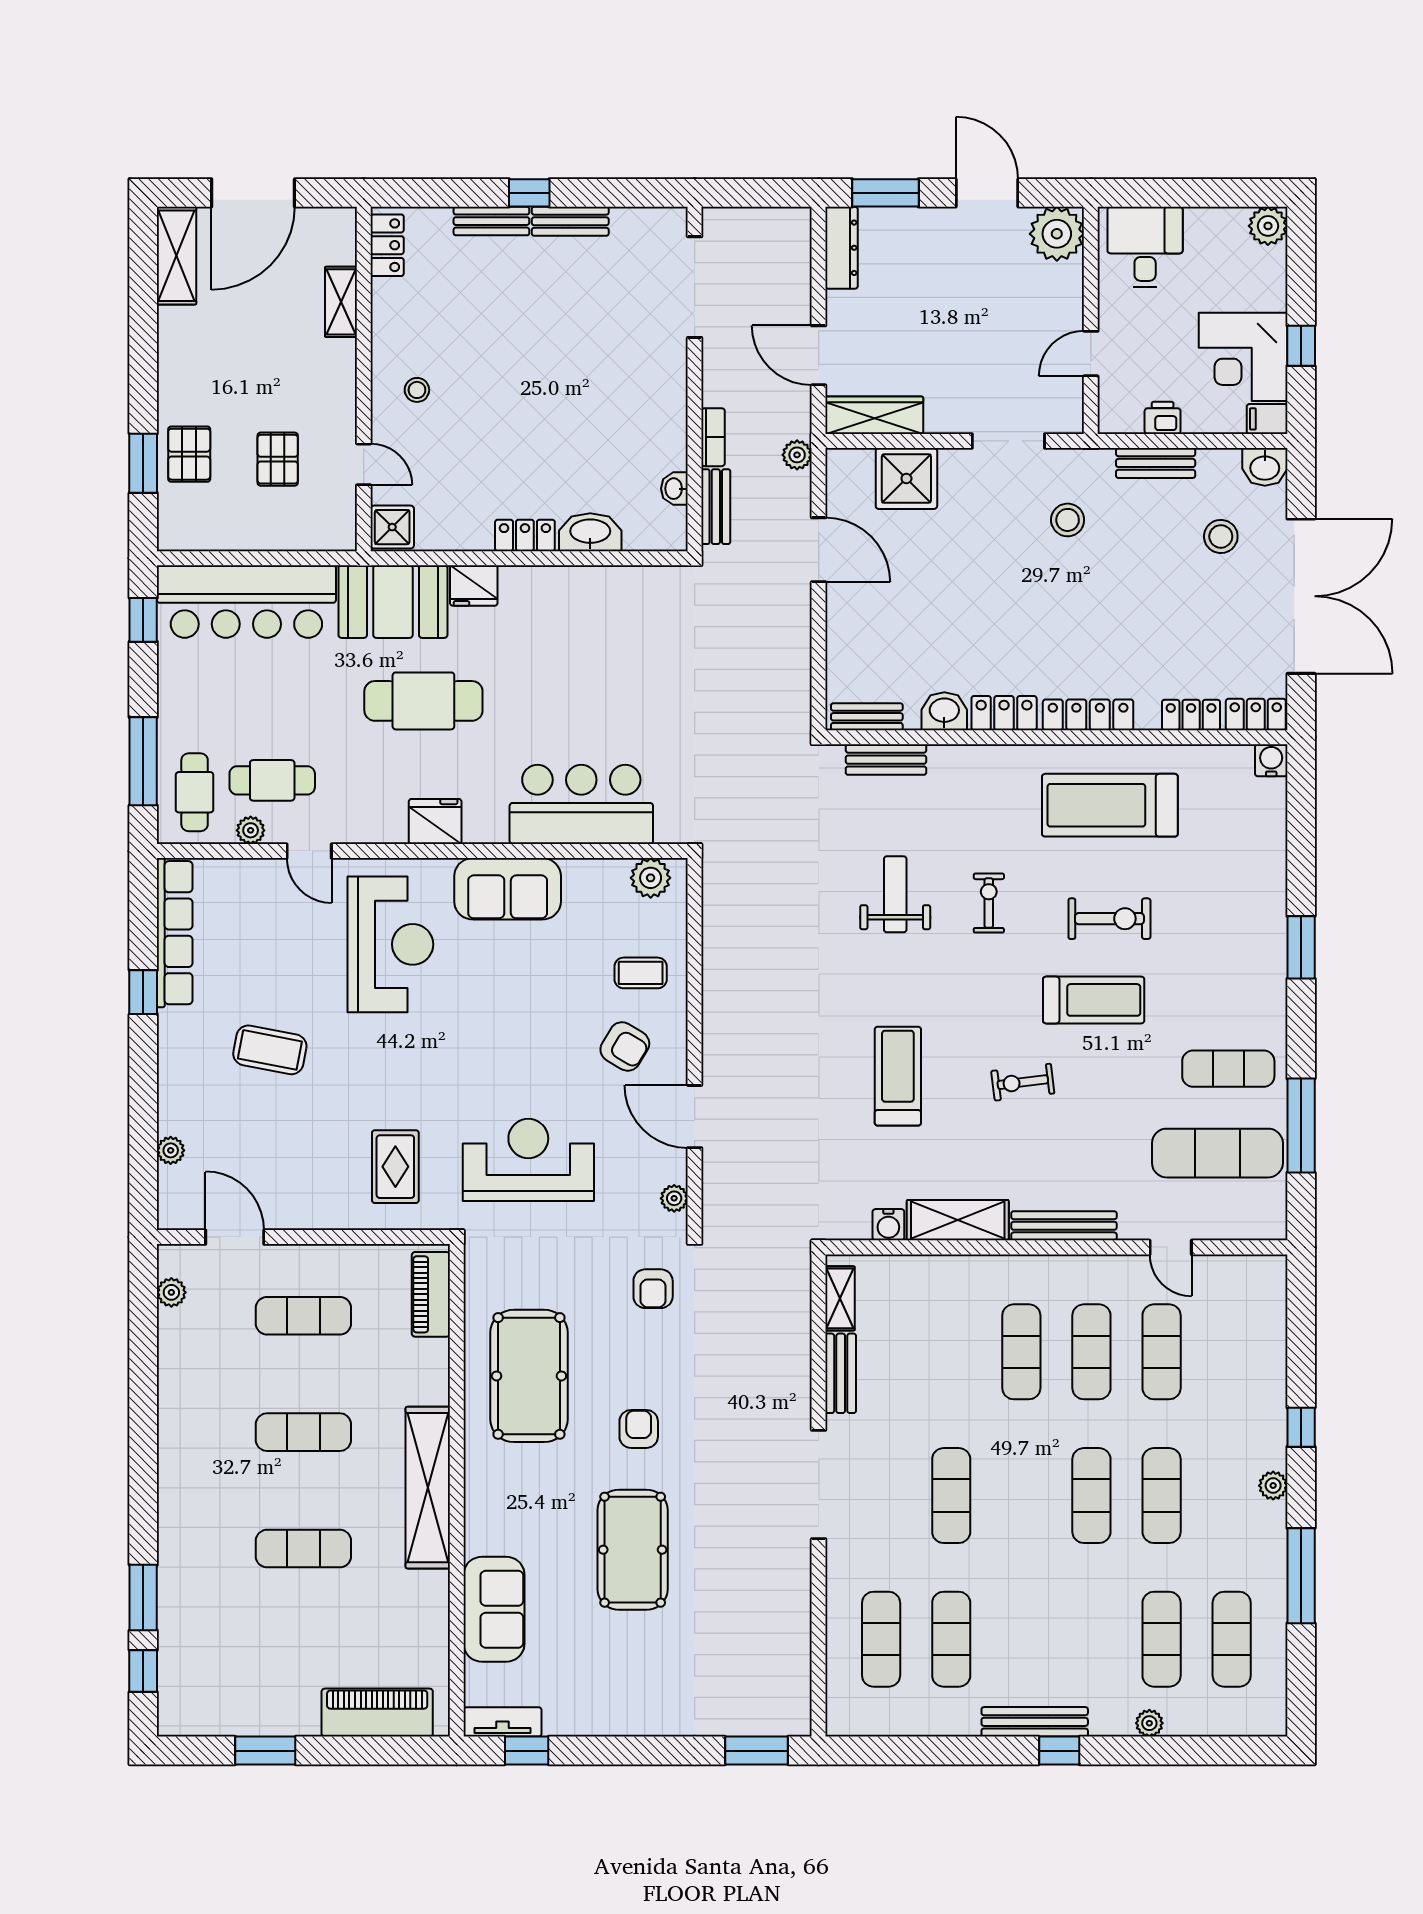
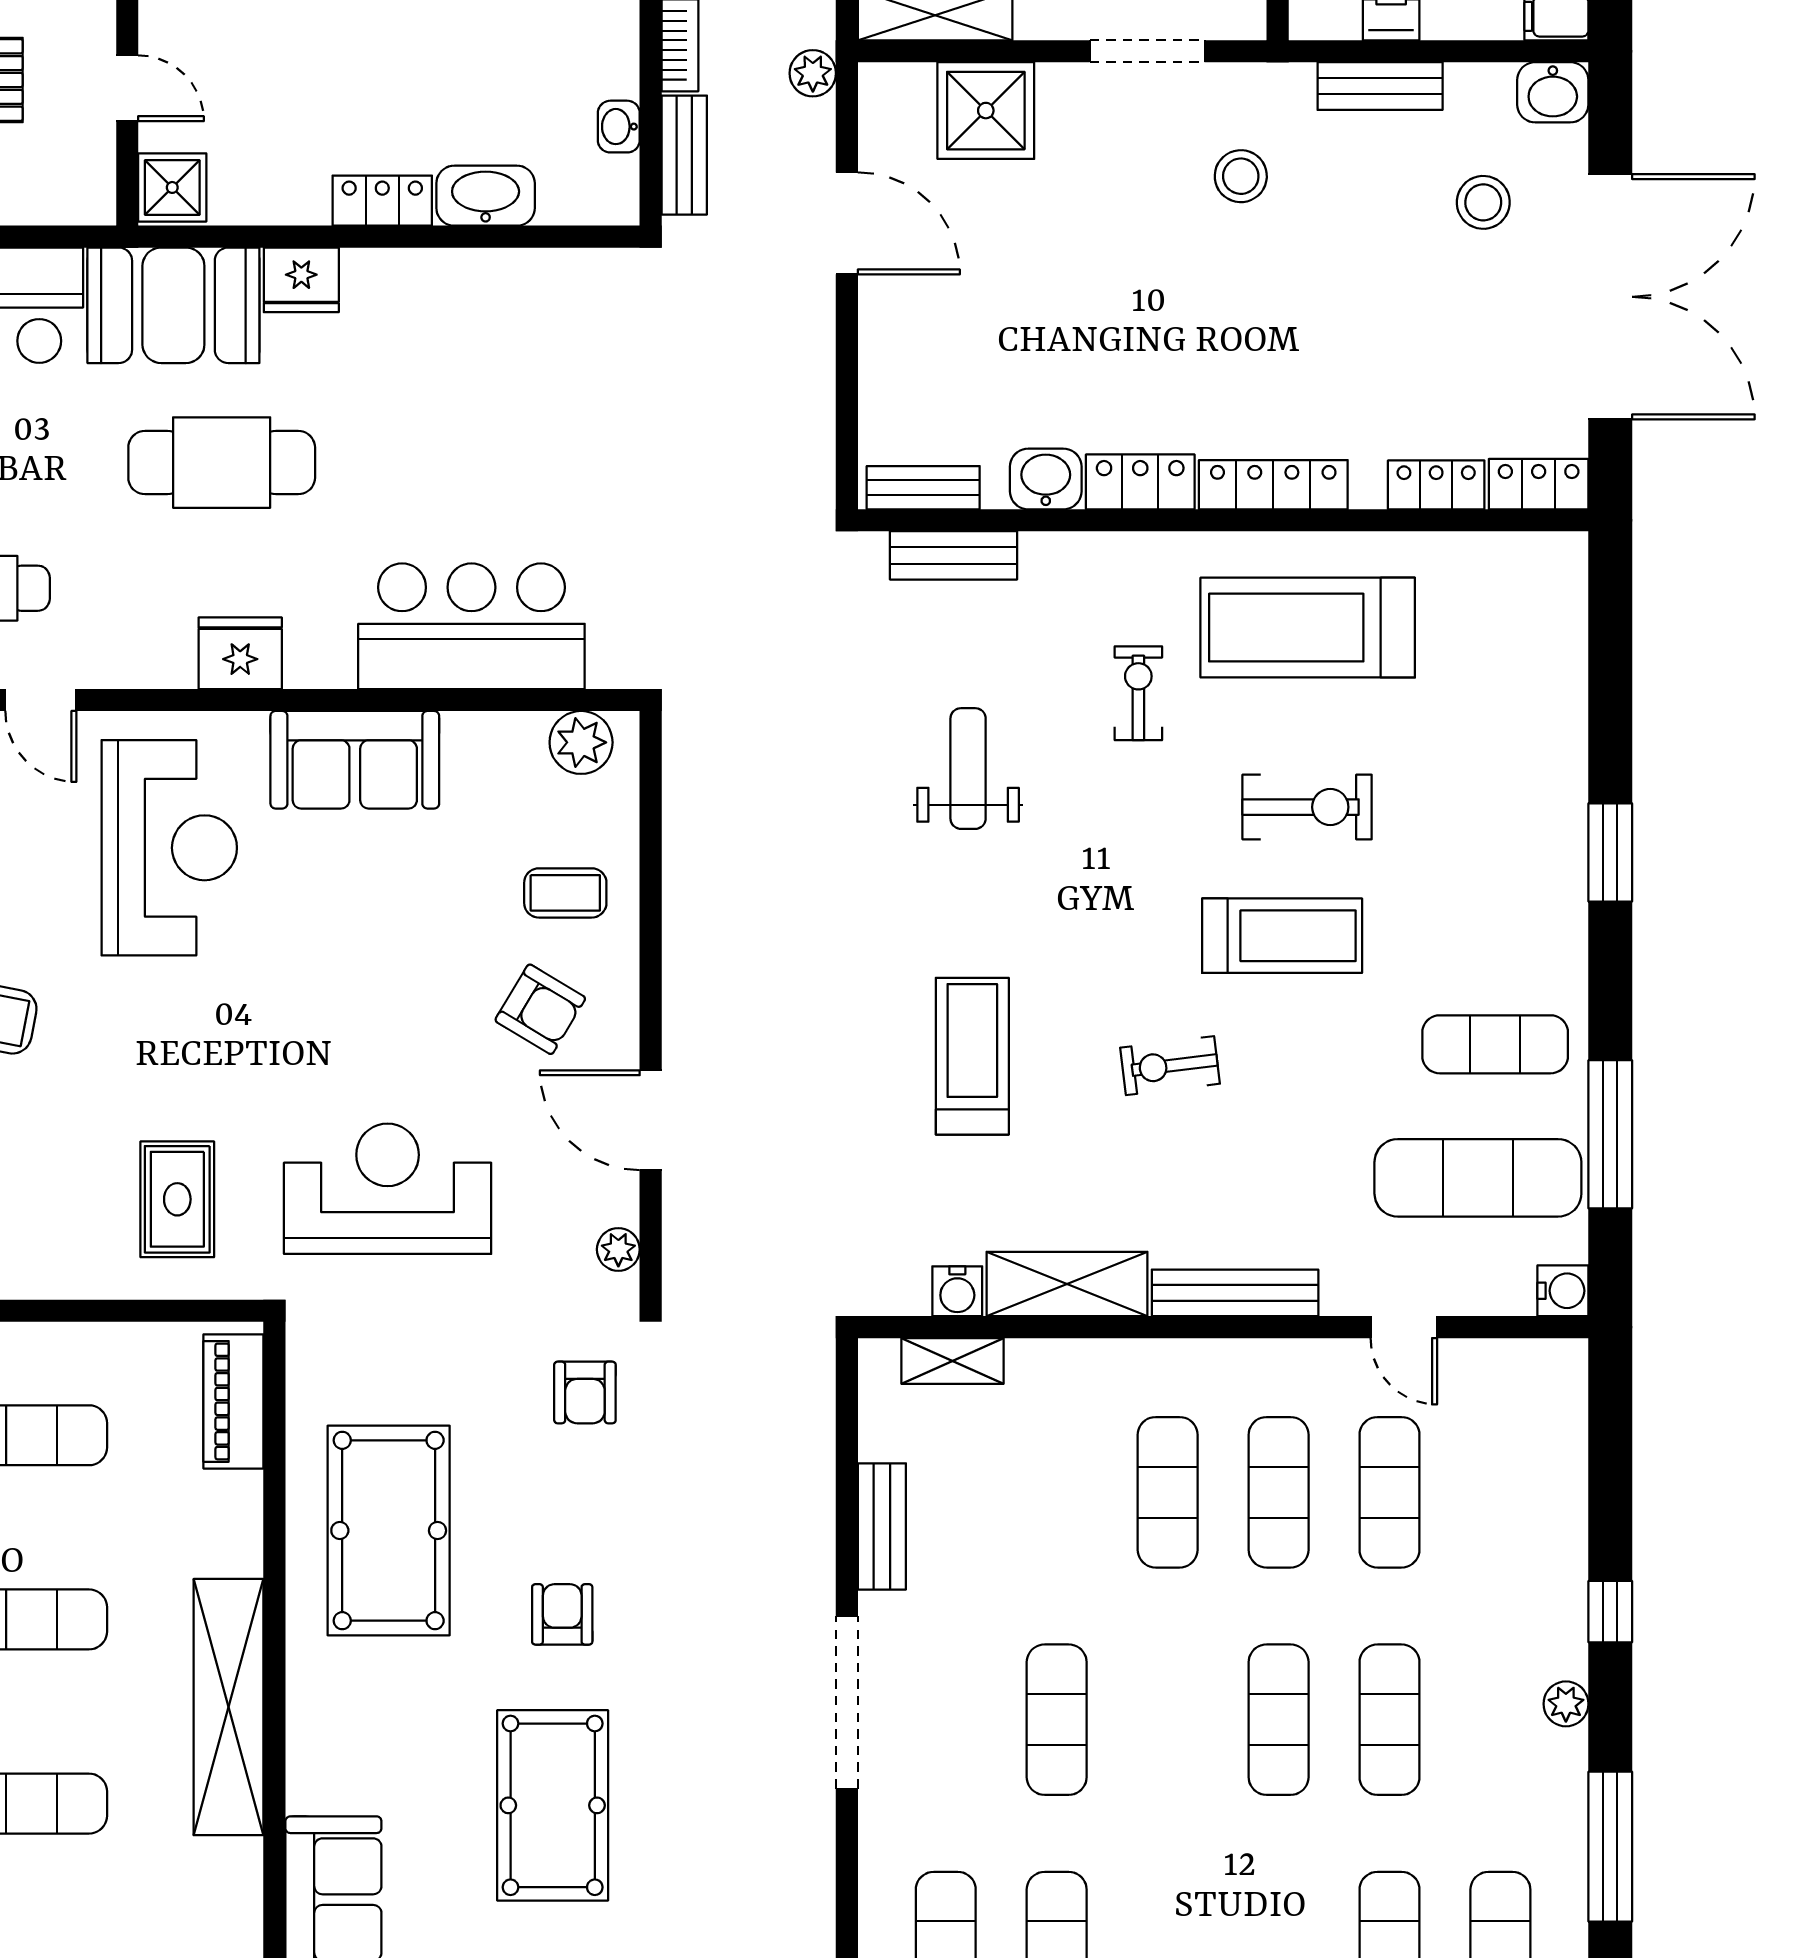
water cooler: (1271, 760) -> (1563, 1291), moved, turned 90
exercise bike: (989, 903) -> (1138, 693), moved
shelving: (840, 1298) -> (952, 1361), moved, turned 90

